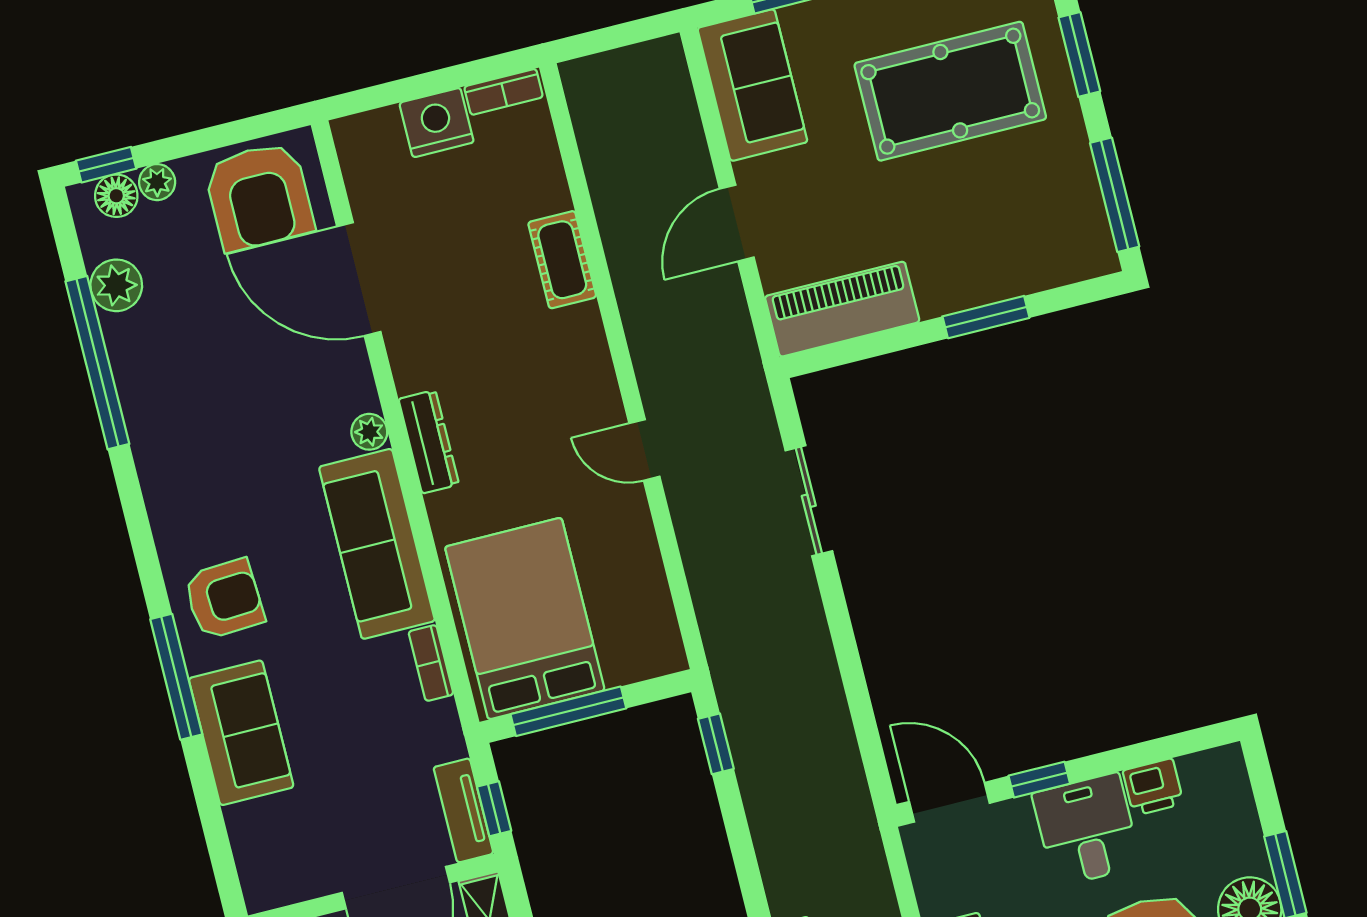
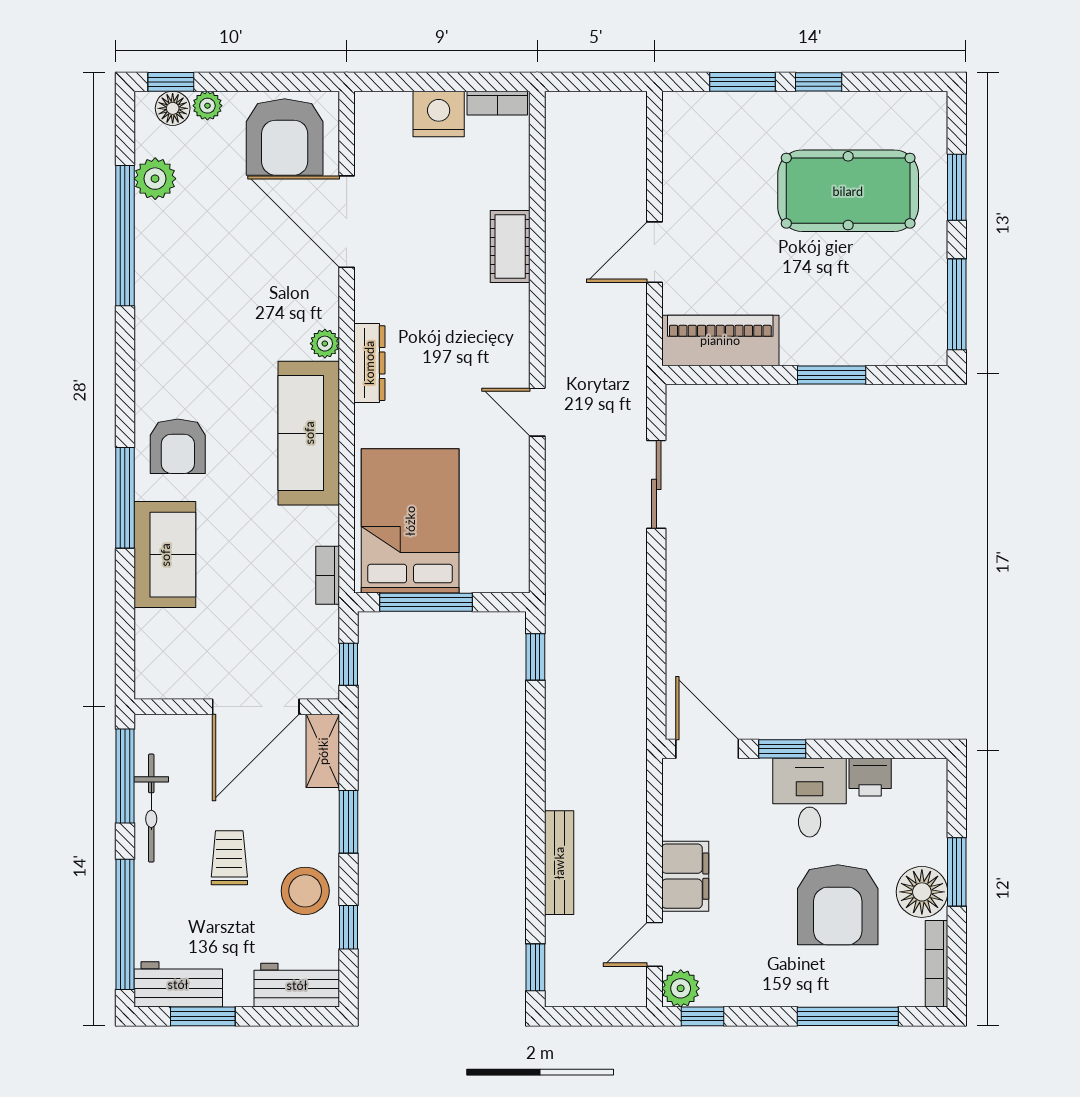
sofa: (752, 85) -> (694, 147), removed
armchair: (224, 599) -> (178, 446), turned 93
bookcase: (431, 663) -> (328, 575), moved
tv unit: (463, 810) -> (324, 659), removed

